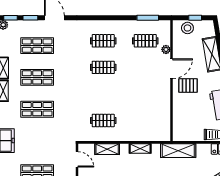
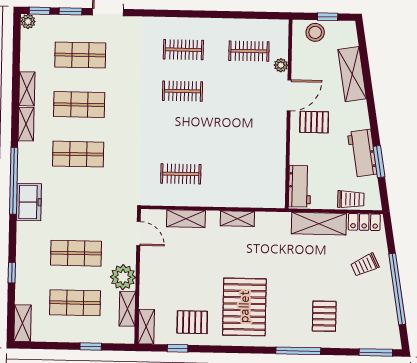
window: (148, 18) -> (254, 15), removed
workbench: (180, 127) -> (300, 186), added
shelving: (178, 151) -> (319, 224), moved

